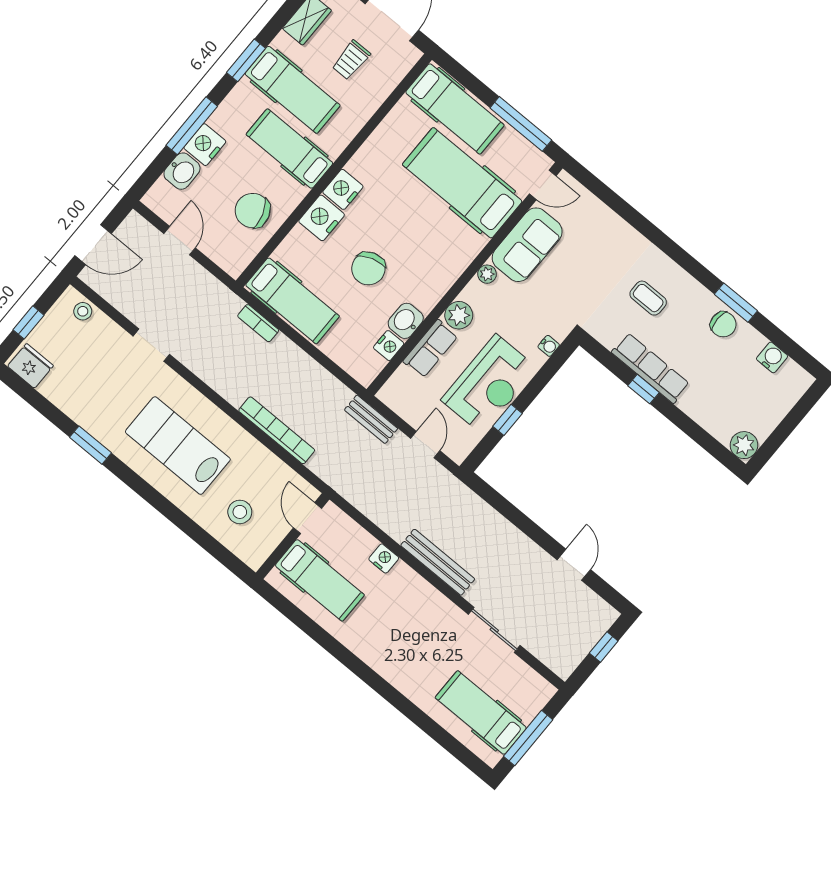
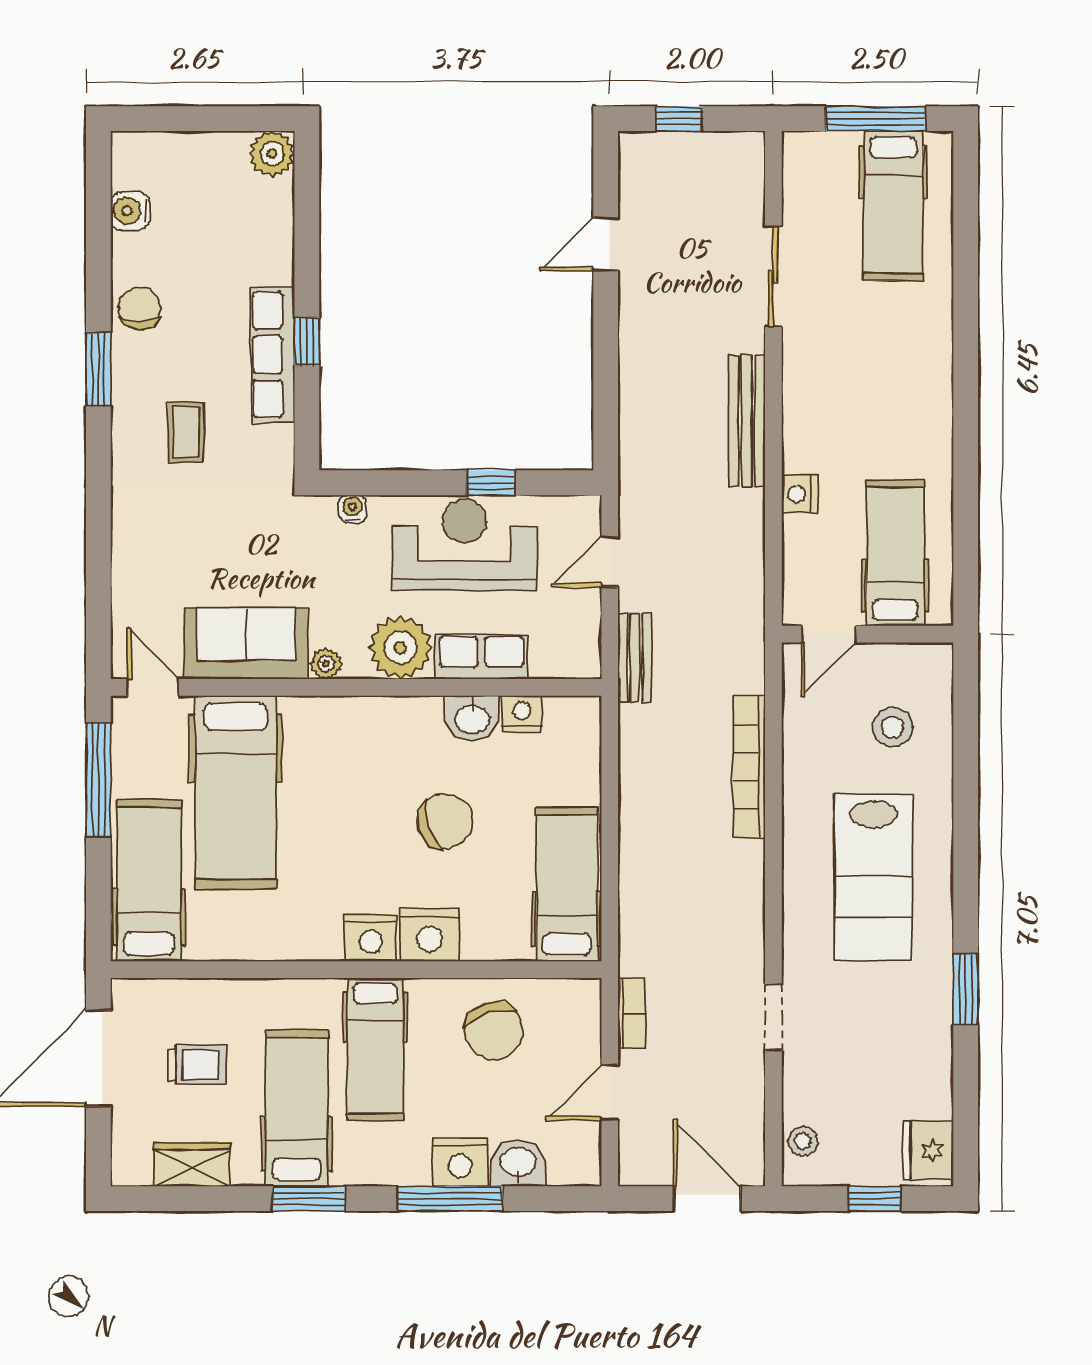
window: (736, 303) -> (98, 369), moved
plant: (459, 315) -> (400, 648), width x1.36, depth x1.36
bookcase: (258, 323) -> (632, 1014), moved

